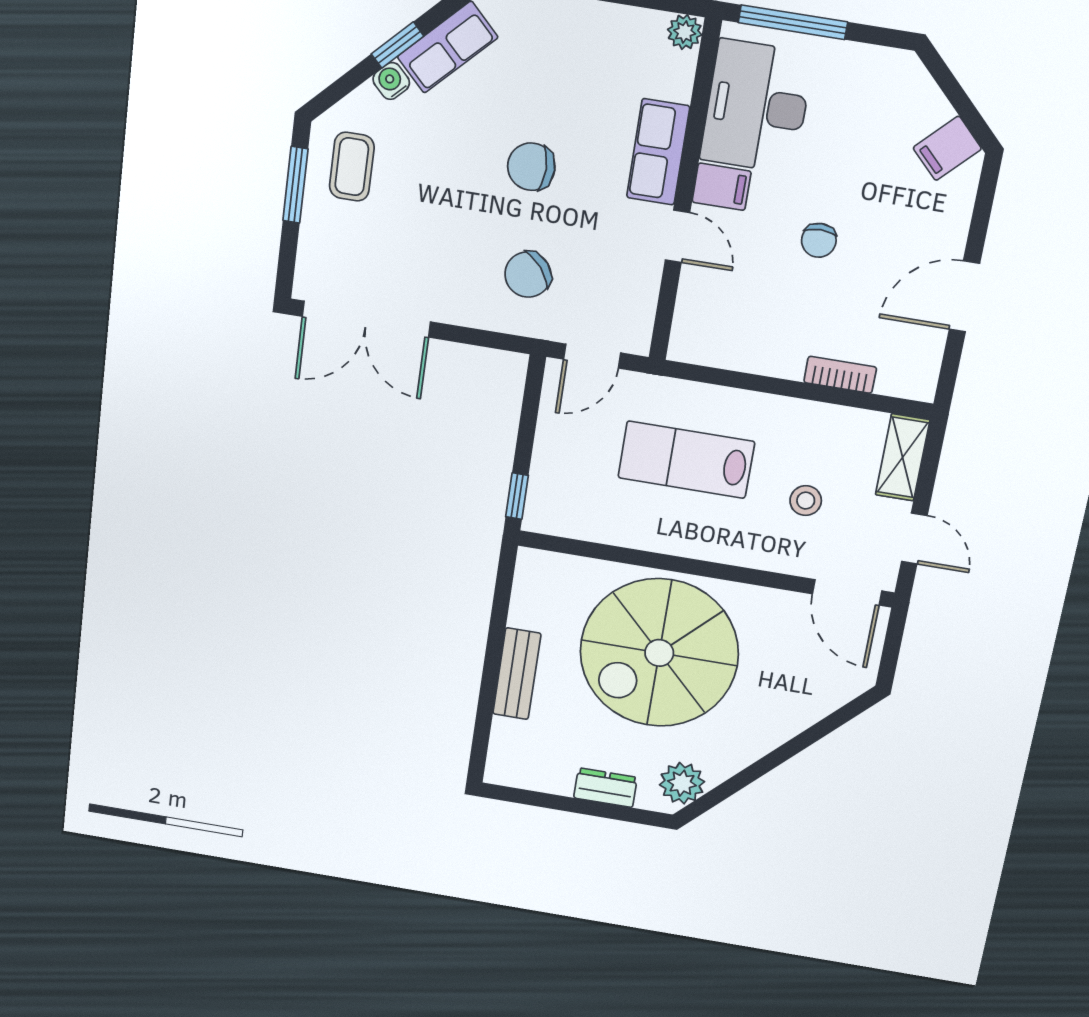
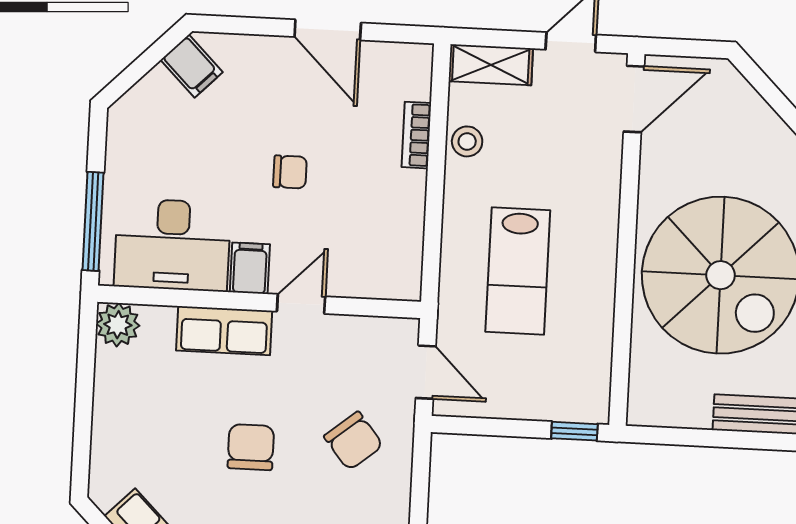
plant: (685, 32) -> (118, 325), width x1.38, depth x1.38
chair: (531, 167) -> (251, 447), turned 180
stool: (806, 501) -> (467, 141), moved

